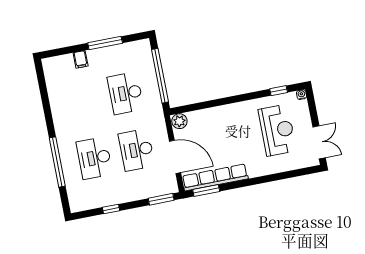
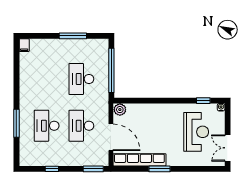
filing cabinet: (81, 59) -> (24, 45), moved
double door: (319, 142) -> (228, 148), swing flipped
window: (57, 162) -> (16, 123), width x0.68
window: (206, 191) -> (159, 169), moved

